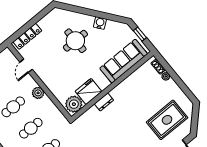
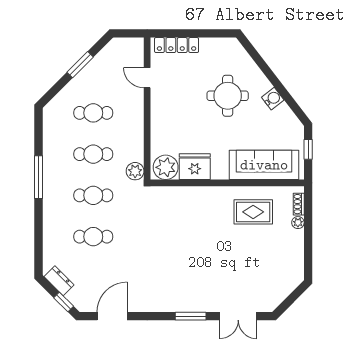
door: (26, 66) -> (147, 78), hinge flipped
plant: (38, 93) -> (135, 171), moved
dresser: (104, 102) -> (202, 193), removed
rug: (167, 120) -> (253, 212), moved, width x0.73, depth x0.70

